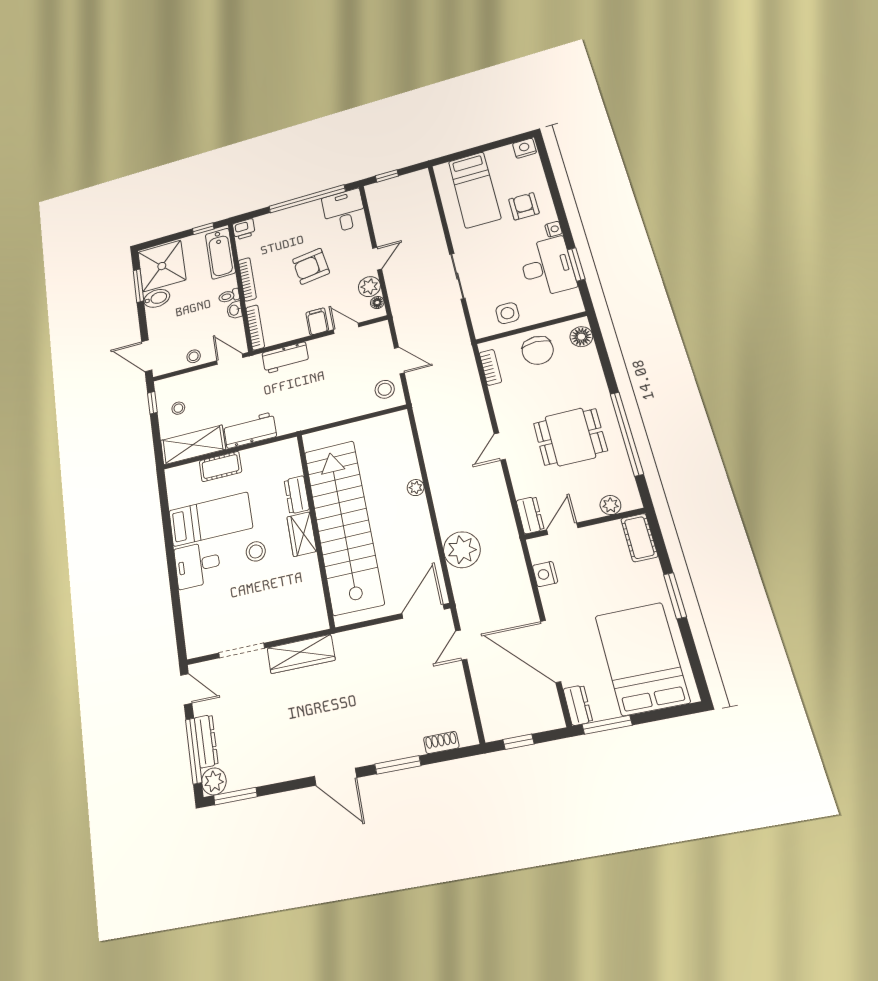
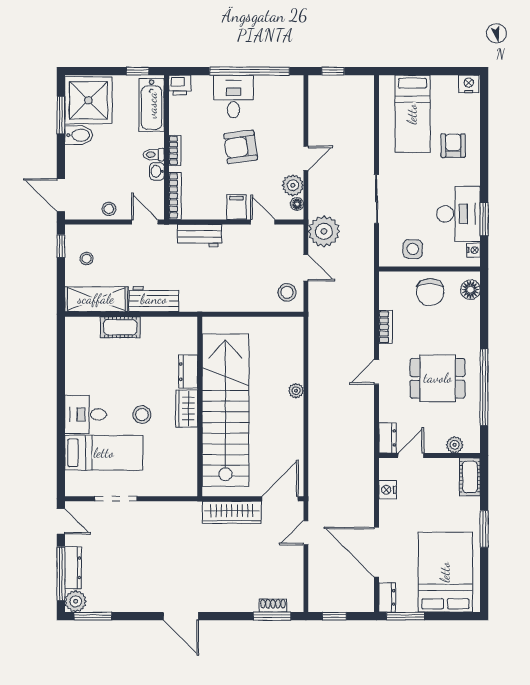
desk: (344, 211) -> (233, 96), moved
nightstand: (554, 229) -> (474, 250), moved
bookcase: (247, 279) -> (175, 150), width x0.64
bookcase: (490, 367) -> (386, 327), moved
bed: (211, 519) -> (104, 453), moved
plant: (462, 550) -> (324, 231), moved
wardrobe: (301, 654) -> (232, 512), moved
window: (398, 765) -> (272, 616), moved

